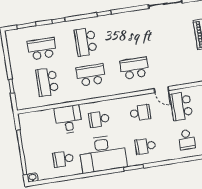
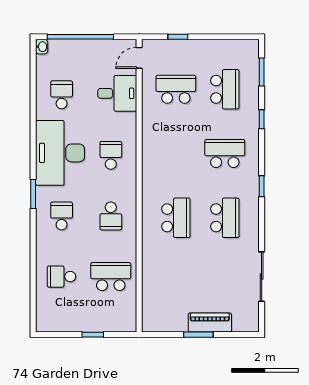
school desk: (91, 75) -> (225, 218), moved
door: (161, 90) -> (139, 58), moved
desk: (68, 119) -> (117, 93), moved

